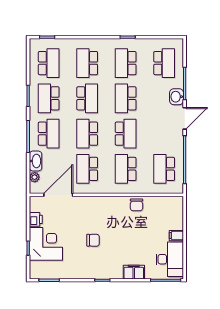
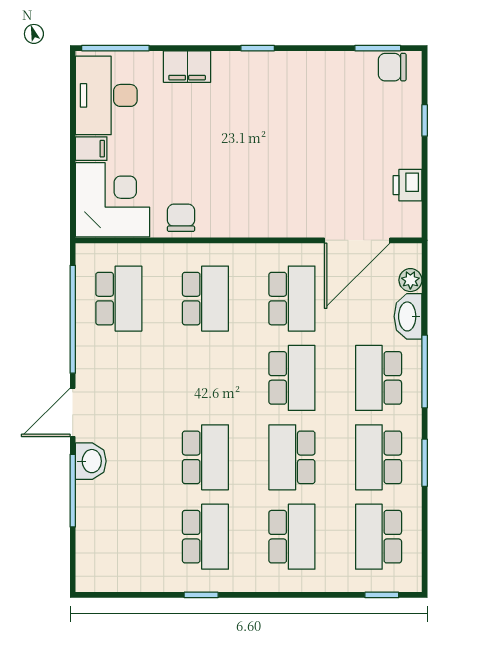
school desk: (164, 63) -> (119, 537), removed
school desk: (49, 98) -> (379, 457), turned 180
school desk: (126, 134) -> (205, 378), removed
chair: (93, 240) -> (392, 67), moved
corner desk: (46, 244) -> (113, 200), moved, turned 180

